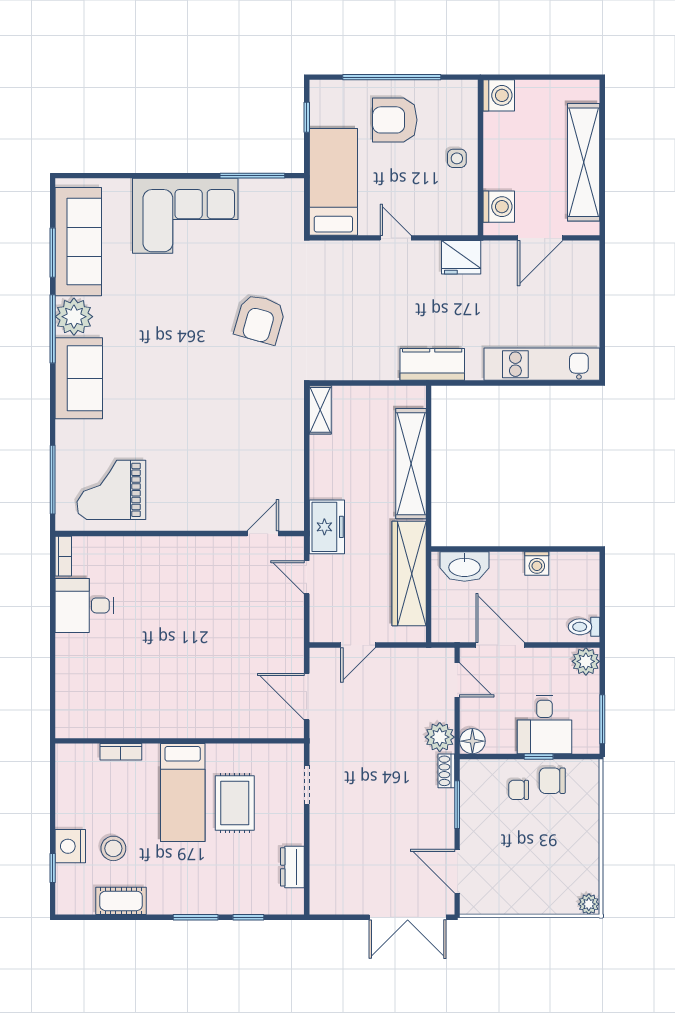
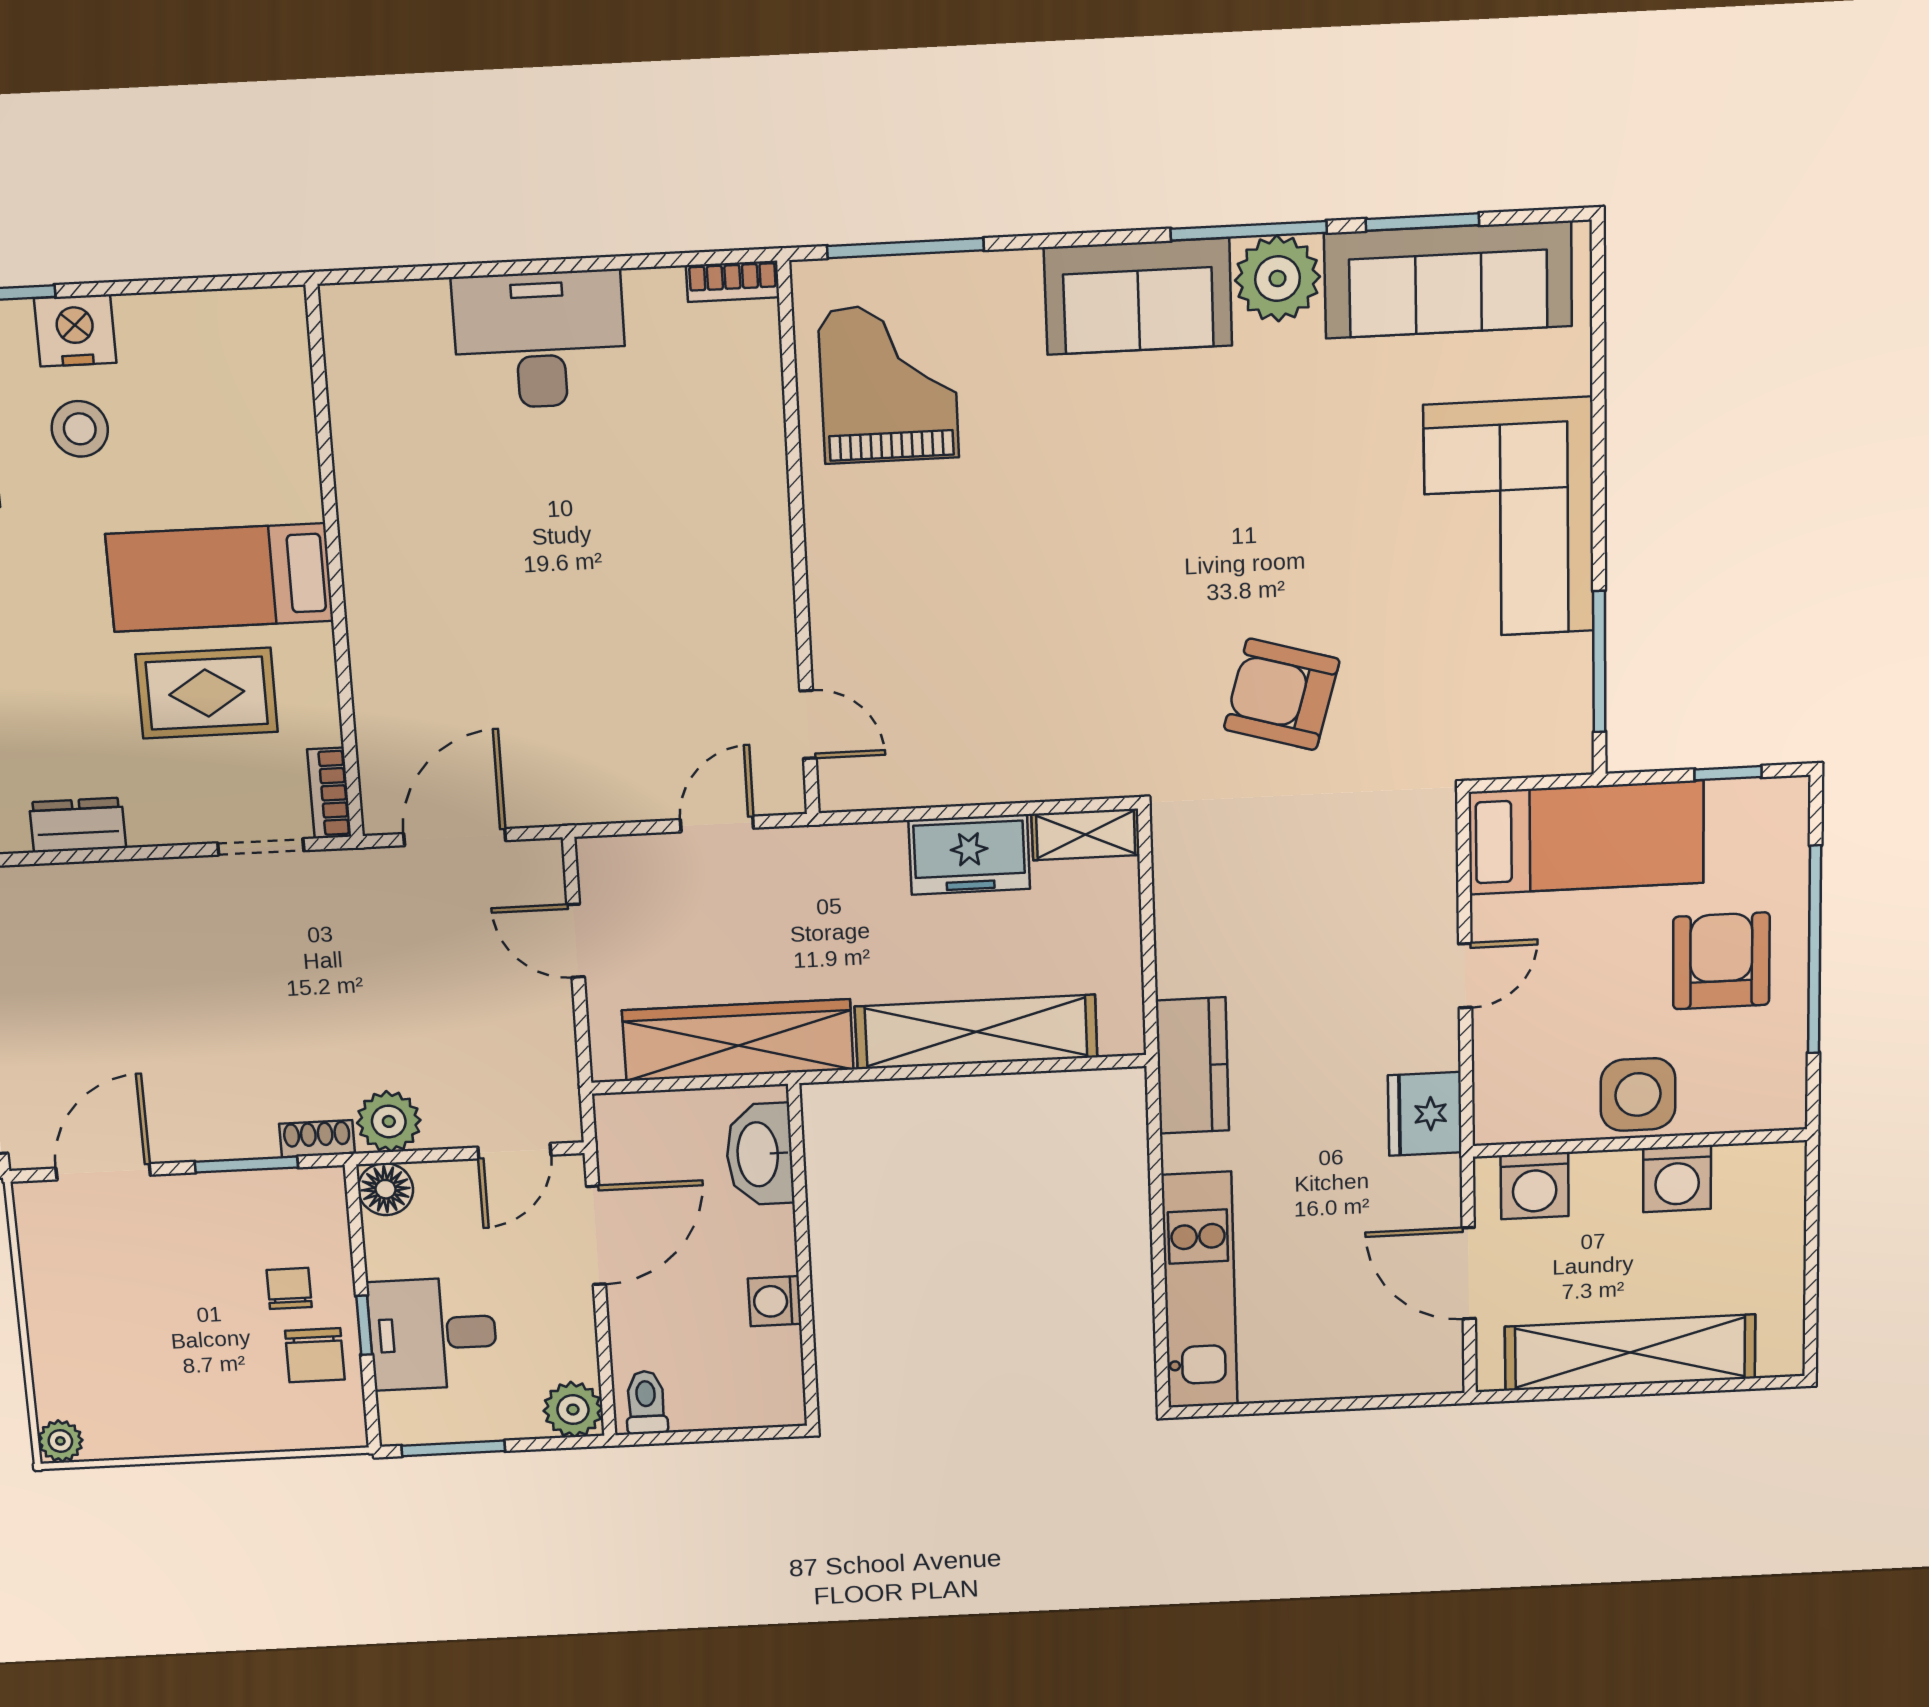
washing machine: (499, 95) -> (1677, 1179), moved
side table: (457, 158) -> (1638, 1094), width x1.87, depth x1.87
freezer: (327, 527) -> (969, 855), moved
desk: (84, 605) -> (540, 340), moved, width x1.37
bookcase: (121, 752) -> (329, 793), moved
chair: (552, 781) -> (315, 1355), turned 180

